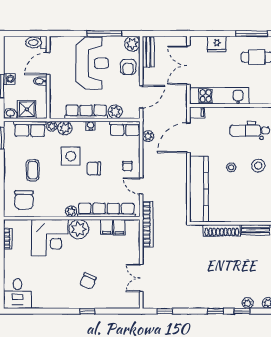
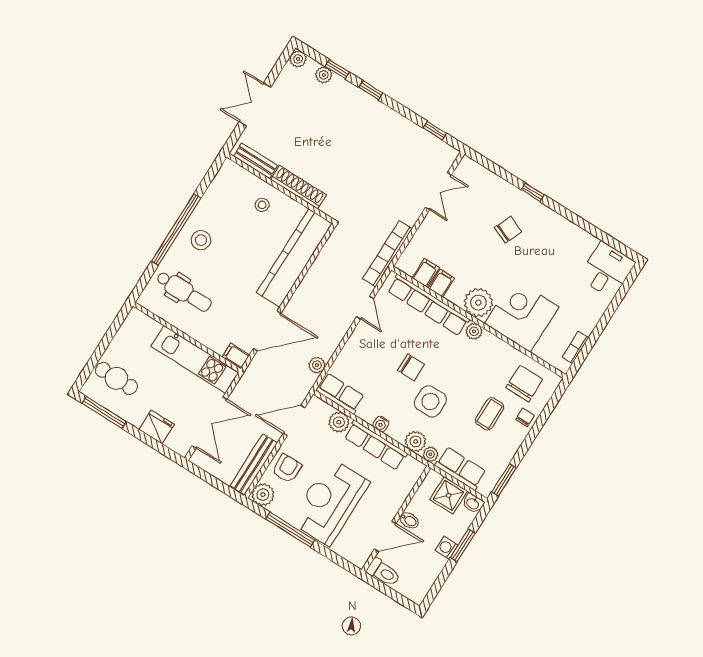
bench: (148, 52) -> (254, 464), width x1.36
chair: (127, 166) -> (525, 417), moved
stool: (231, 167) -> (262, 205), moved

